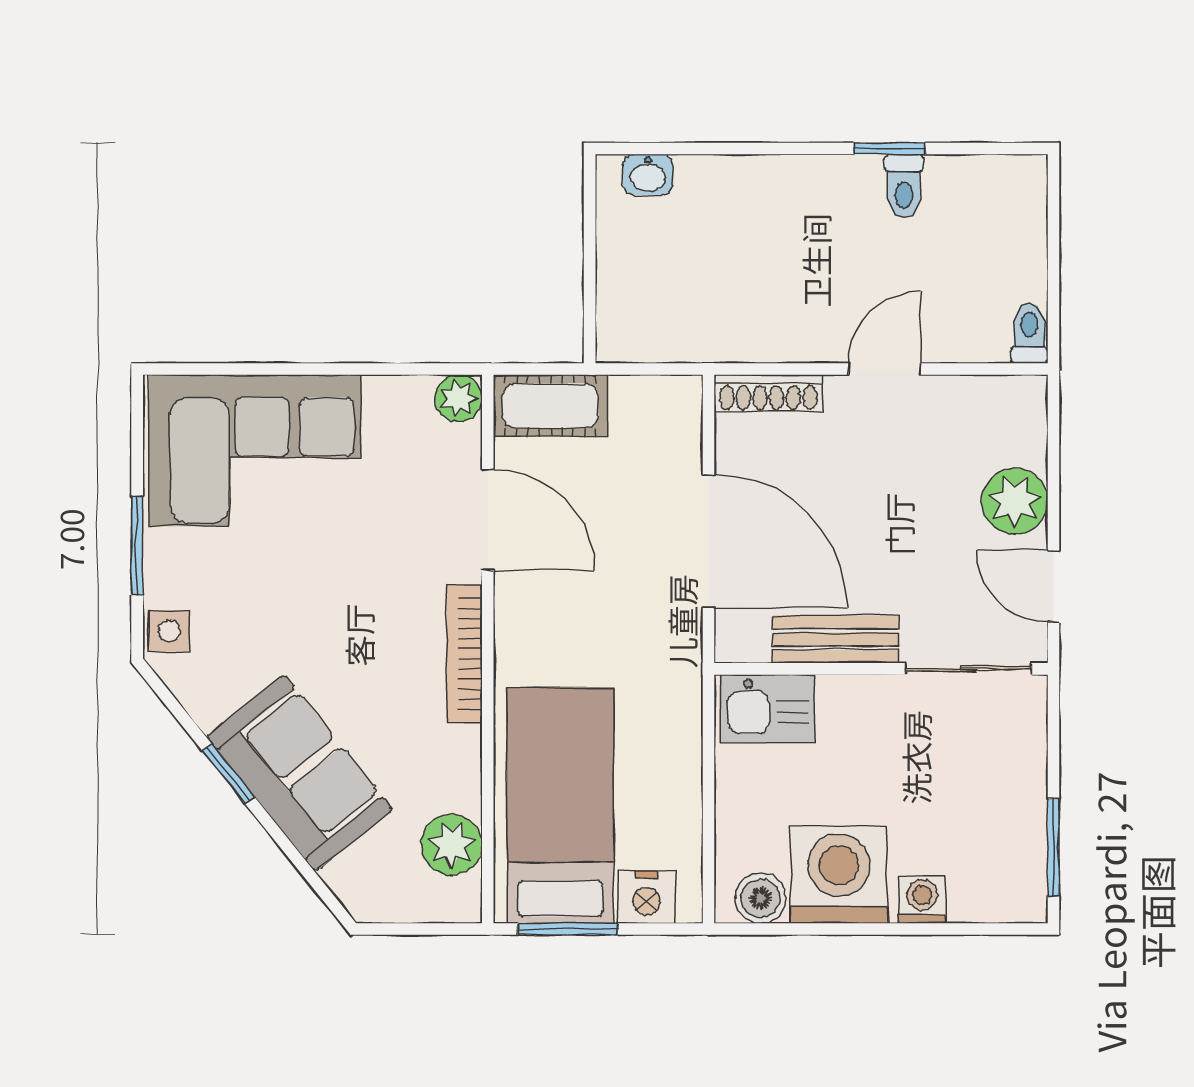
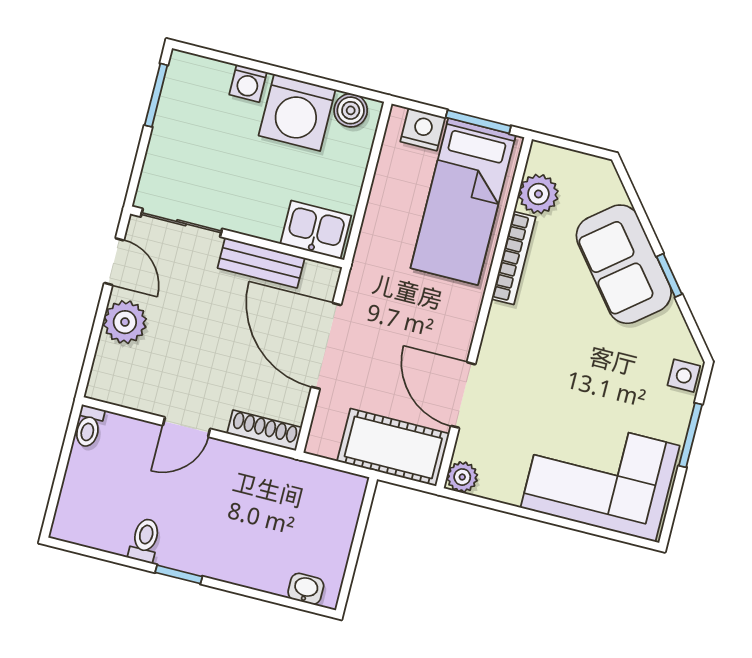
window: (890, 148) -> (179, 574), moved
cot: (551, 406) -> (393, 447), width x1.37, depth x1.34
bookcase: (465, 654) -> (514, 258), moved

